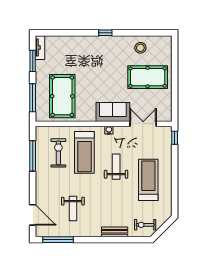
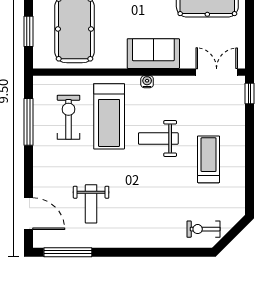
window: (33, 98) -> (28, 31), width x0.69
double door: (143, 124) -> (217, 72), moved
weight bench: (116, 167) -> (158, 139), turned -90
treadmill: (148, 180) -> (209, 159), width x0.73, depth x0.73
bench: (115, 232) -> (156, 240), removed

